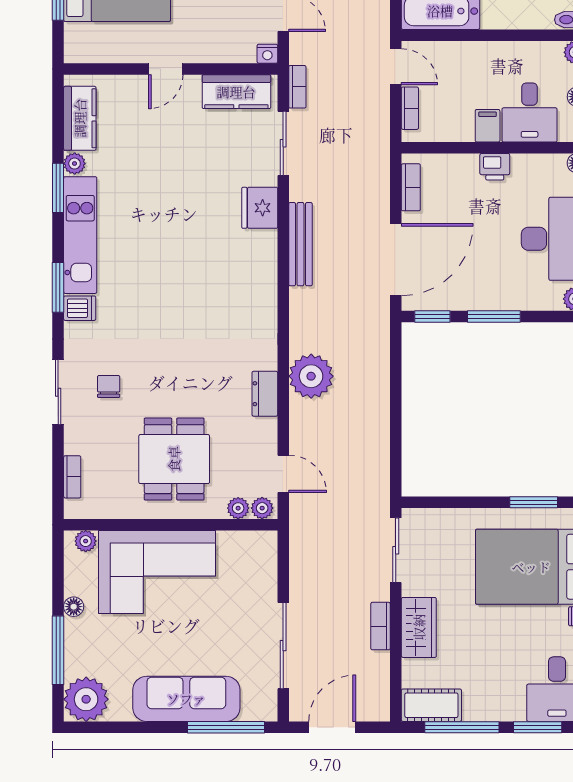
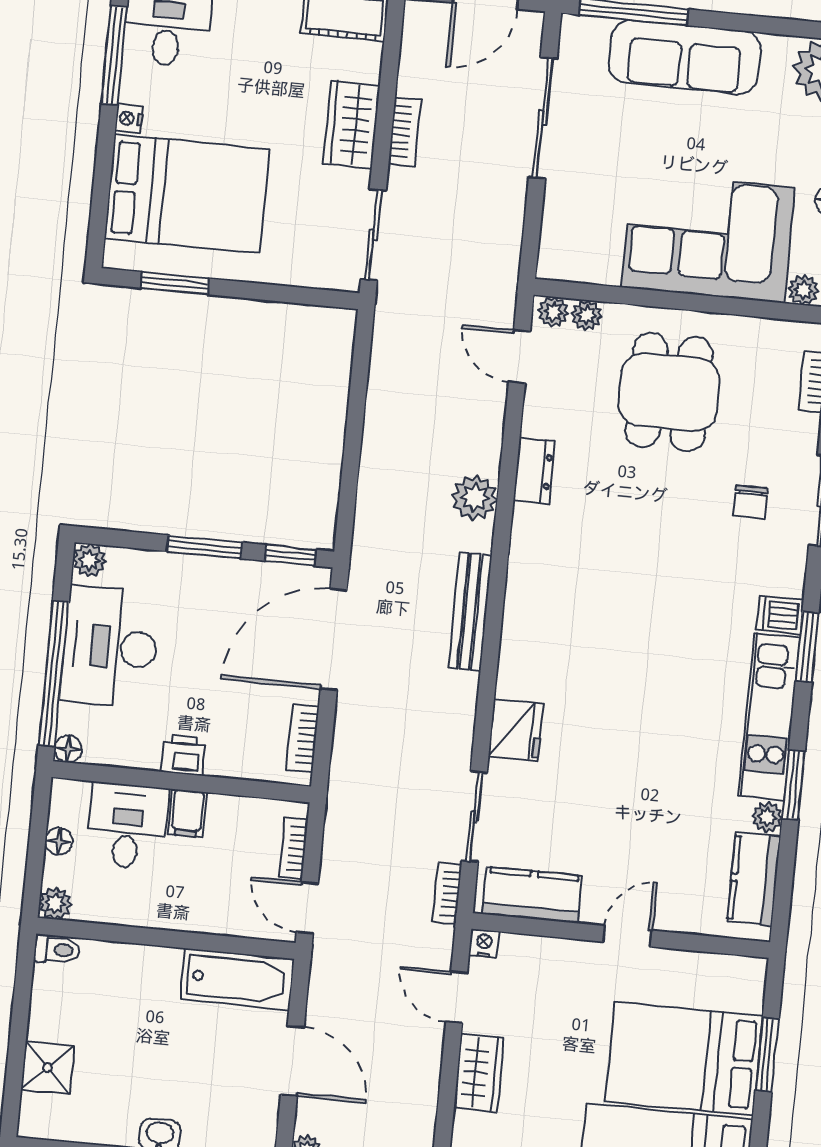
bench: (300, 244) -> (470, 612), moved
plant: (311, 376) -> (475, 498), width x0.73, depth x0.73

